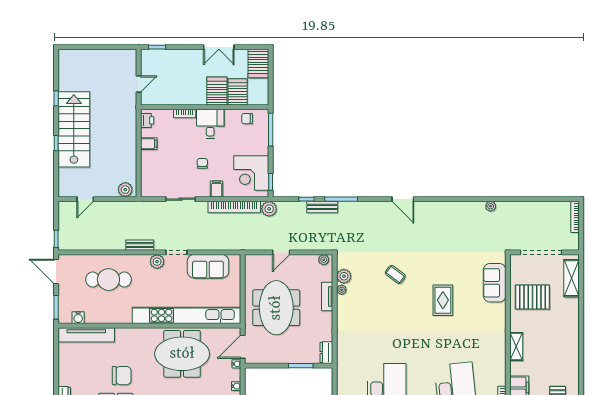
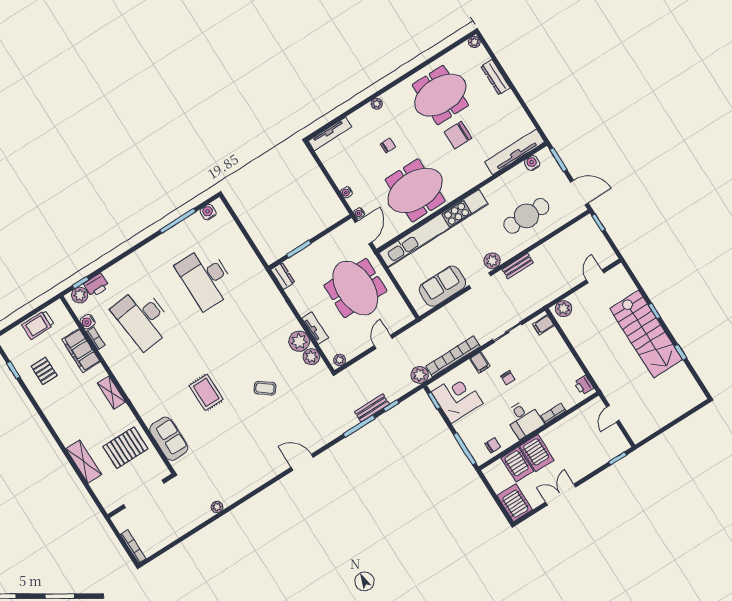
filing cabinet: (149, 144) -> (543, 325), moved
shelving: (572, 278) -> (84, 462), moved
plant: (342, 290) -> (299, 341), width x1.88, depth x1.88

